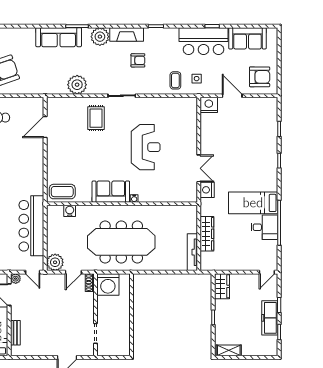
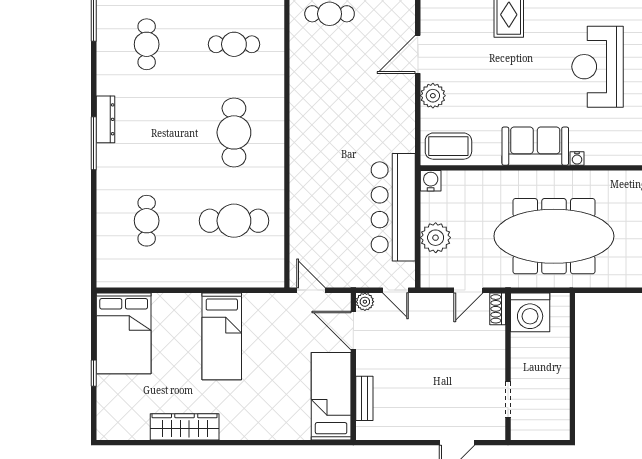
door: (45, 127) -> (418, 54), moved
reception desk: (146, 147) -> (597, 67), turned 180
plant: (54, 163) -> (433, 96), added
water cooler: (70, 211) -> (431, 181), moved
plant: (55, 262) -> (436, 238), moved

